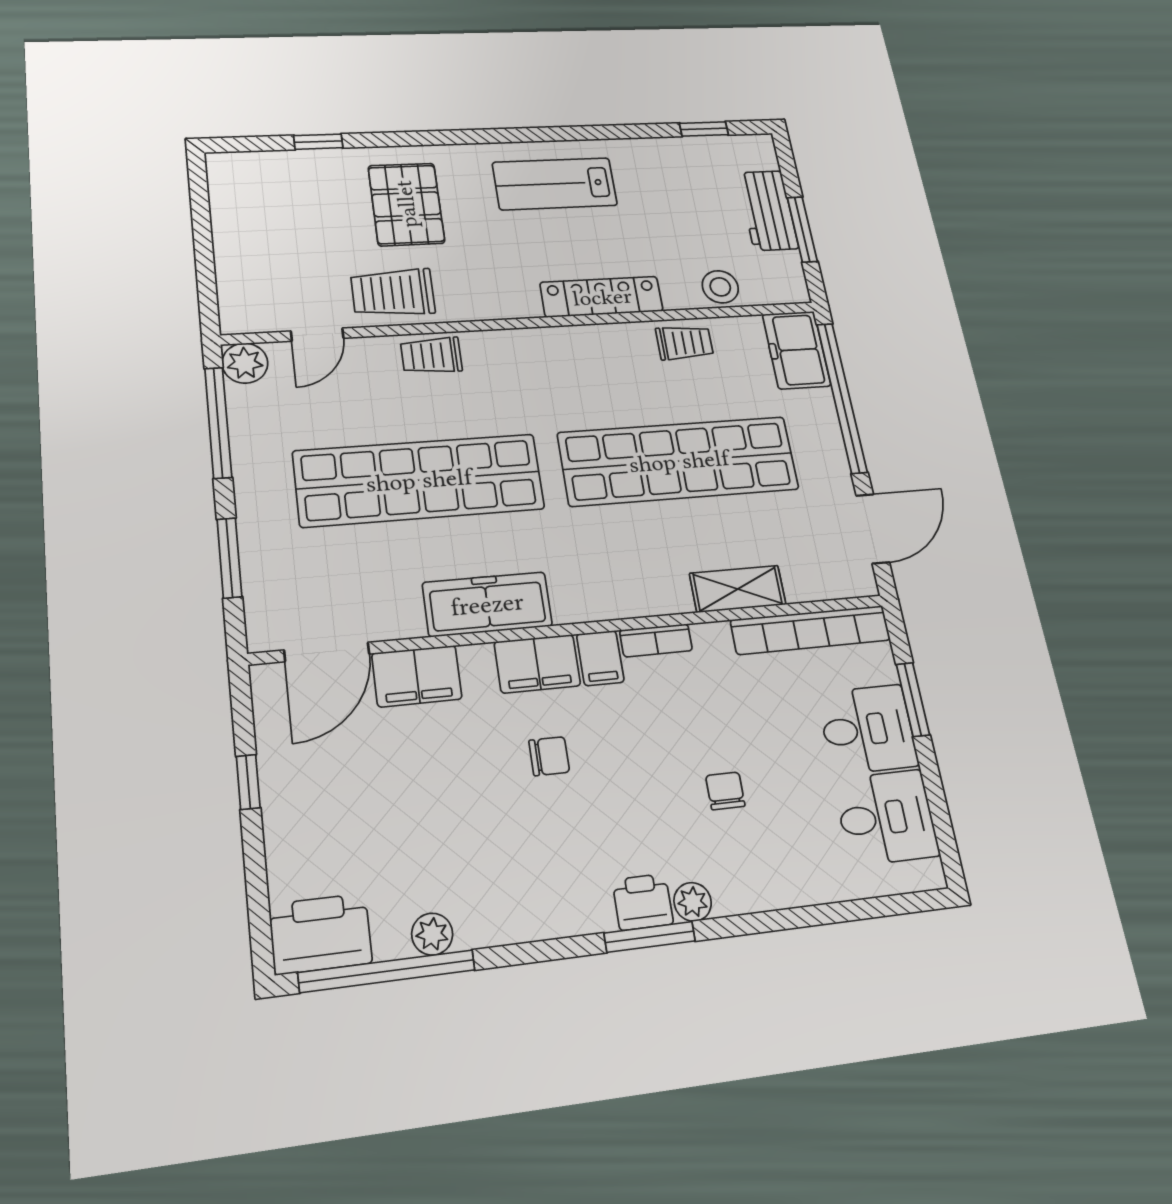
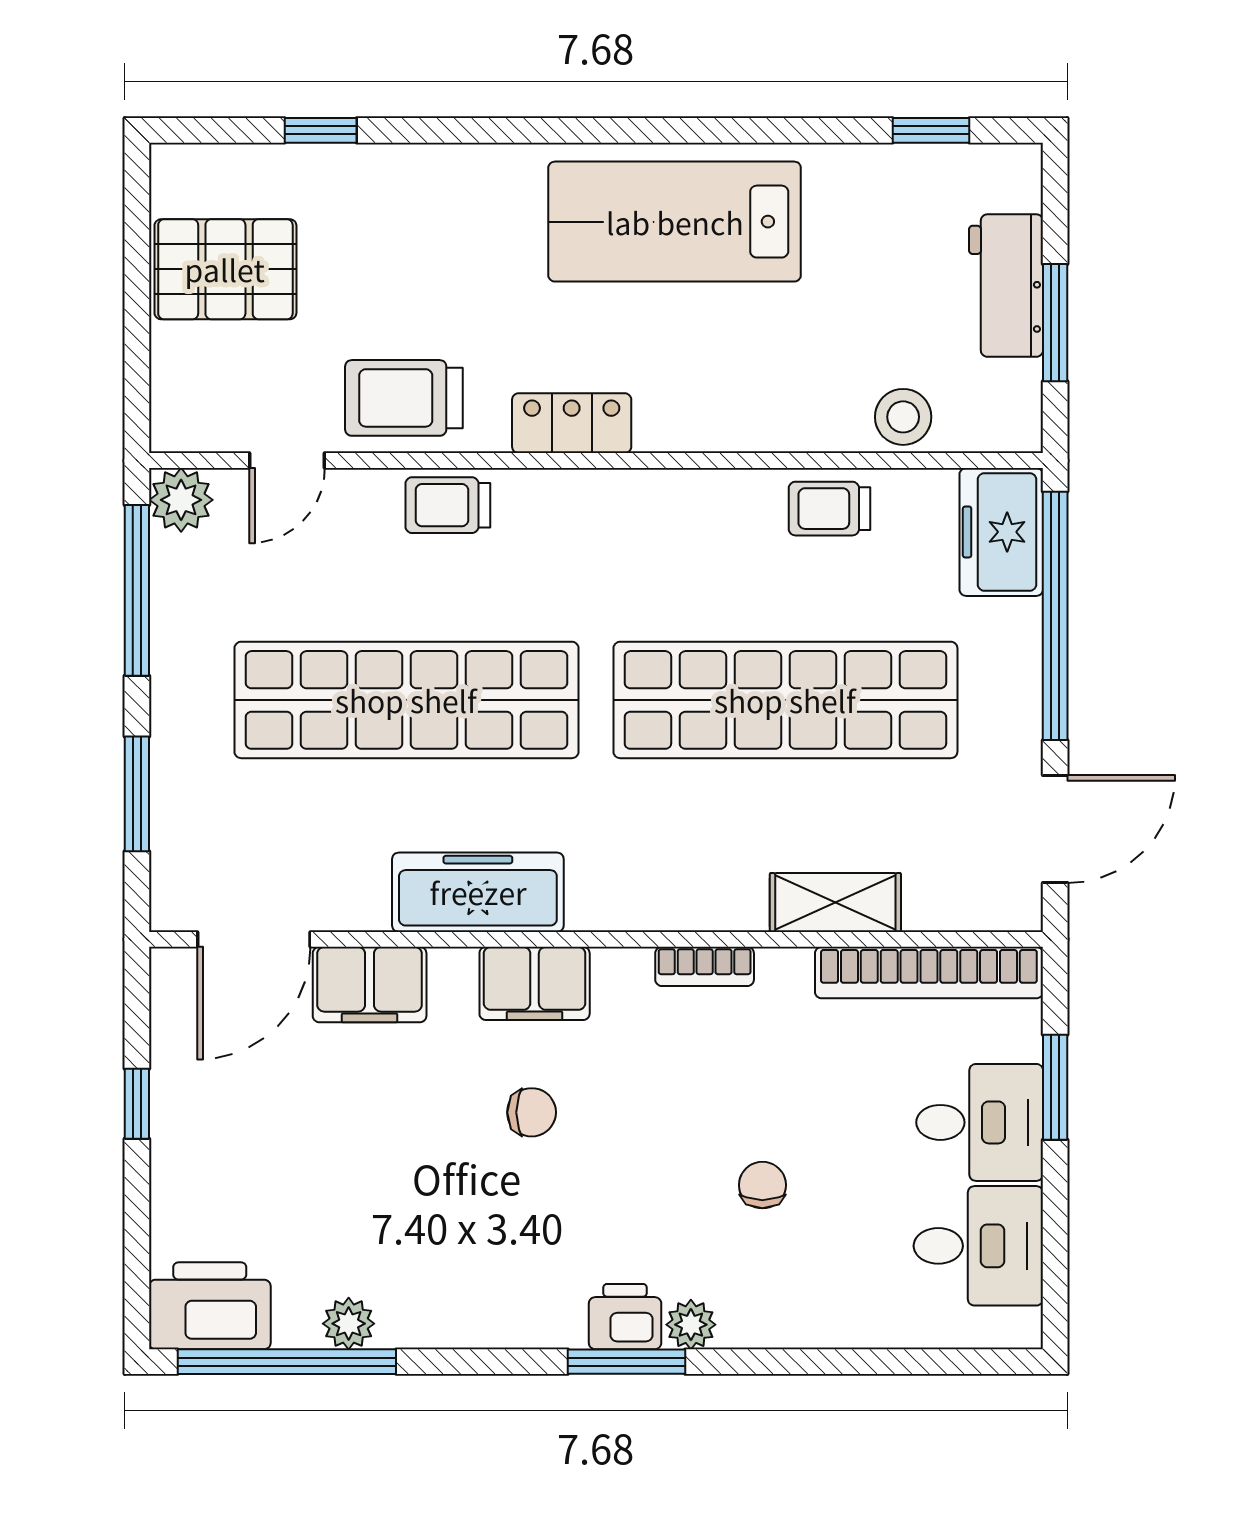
lab bench: (555, 184) -> (675, 222), width x1.36, depth x1.39
pallet: (406, 204) -> (225, 269), moved, turned 90
locker: (602, 297) -> (572, 423), moved, width x0.66
trolley: (684, 343) -> (830, 509), turned 180
filing cabinet: (600, 658) -> (622, 984), removed

